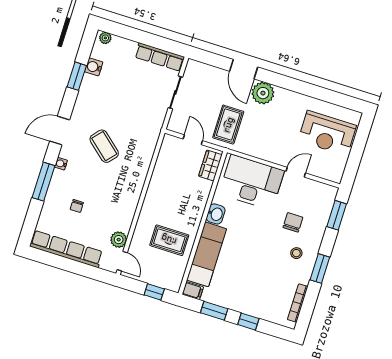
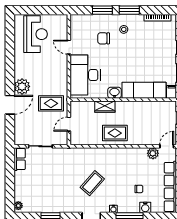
row of seats: (160, 57) -> (20, 159), width x0.68
water cooler: (94, 67) -> (145, 207), moved
wardrobe: (210, 165) -> (105, 107), moved
window: (337, 215) -> (102, 10), moved
rug: (169, 240) -> (115, 133), moved, turned 90

